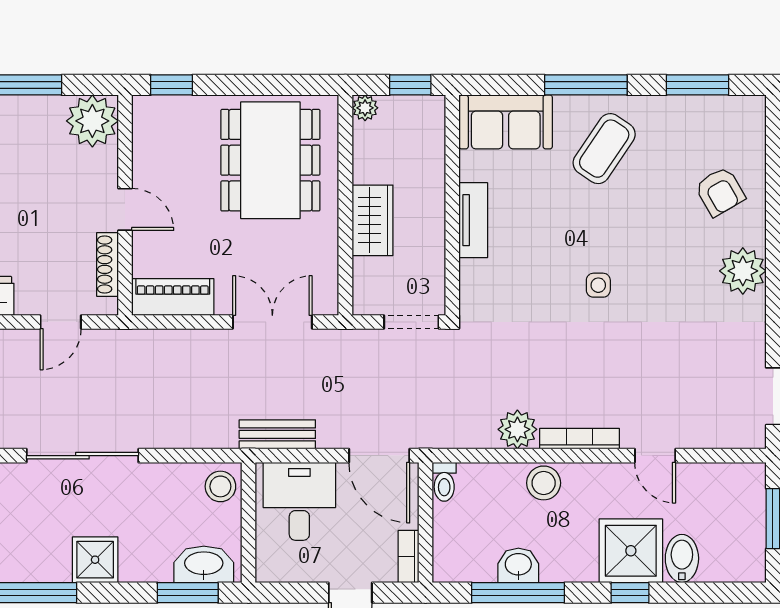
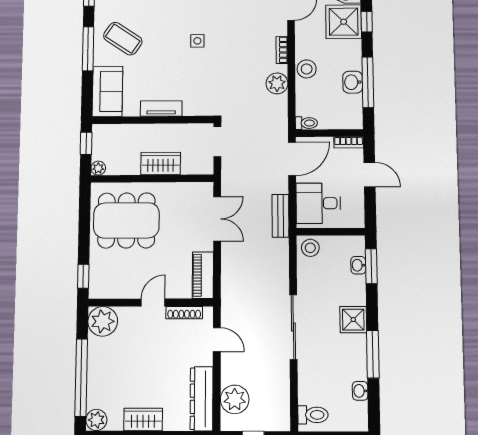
double door: (272, 322) -> (217, 219), swing flipped
bookcase: (580, 439) -> (282, 50), width x0.64
washbasin: (204, 564) -> (358, 265), width x0.52, depth x0.69

